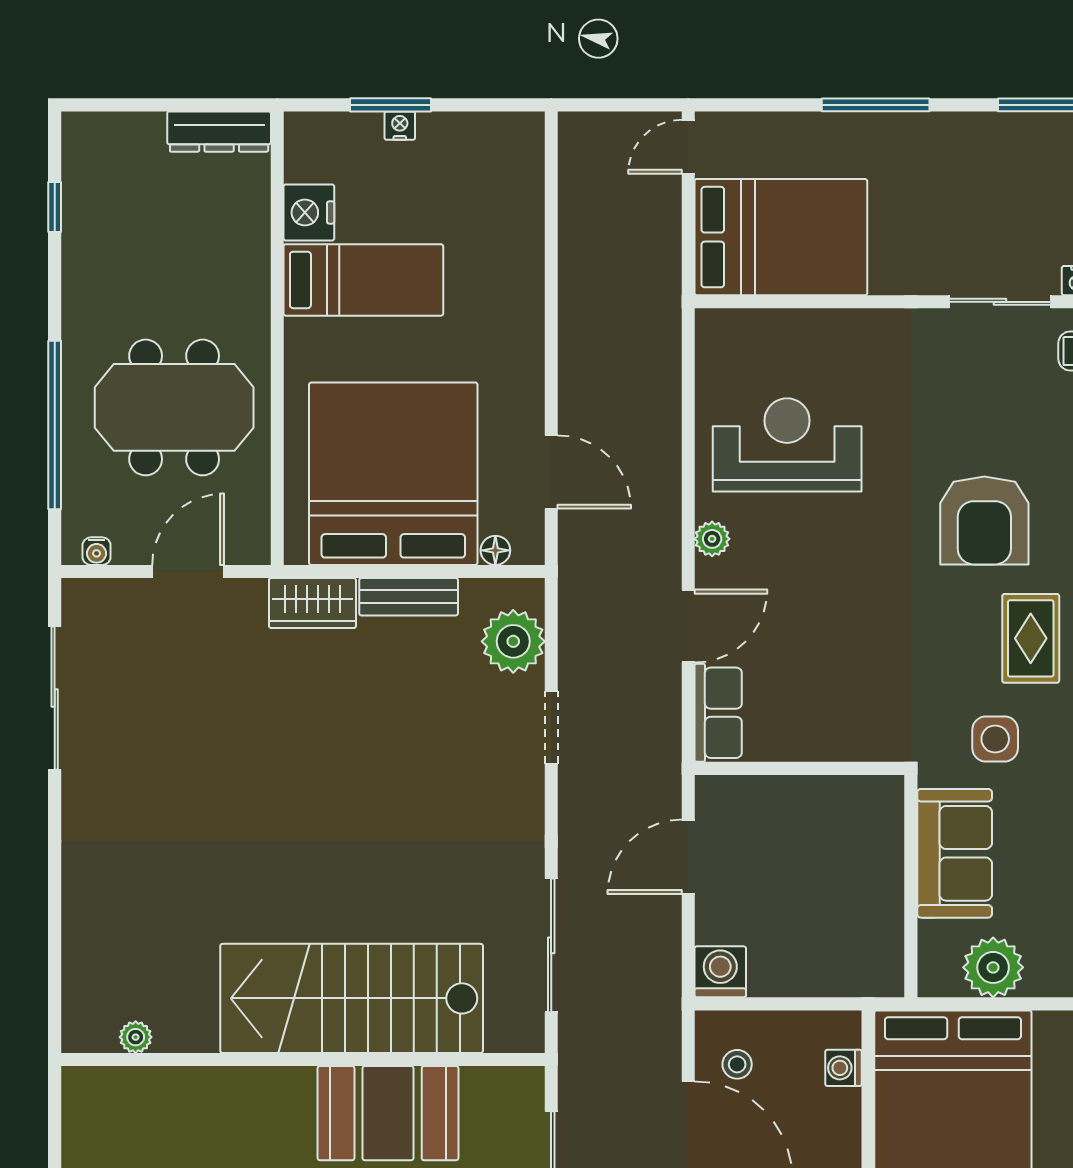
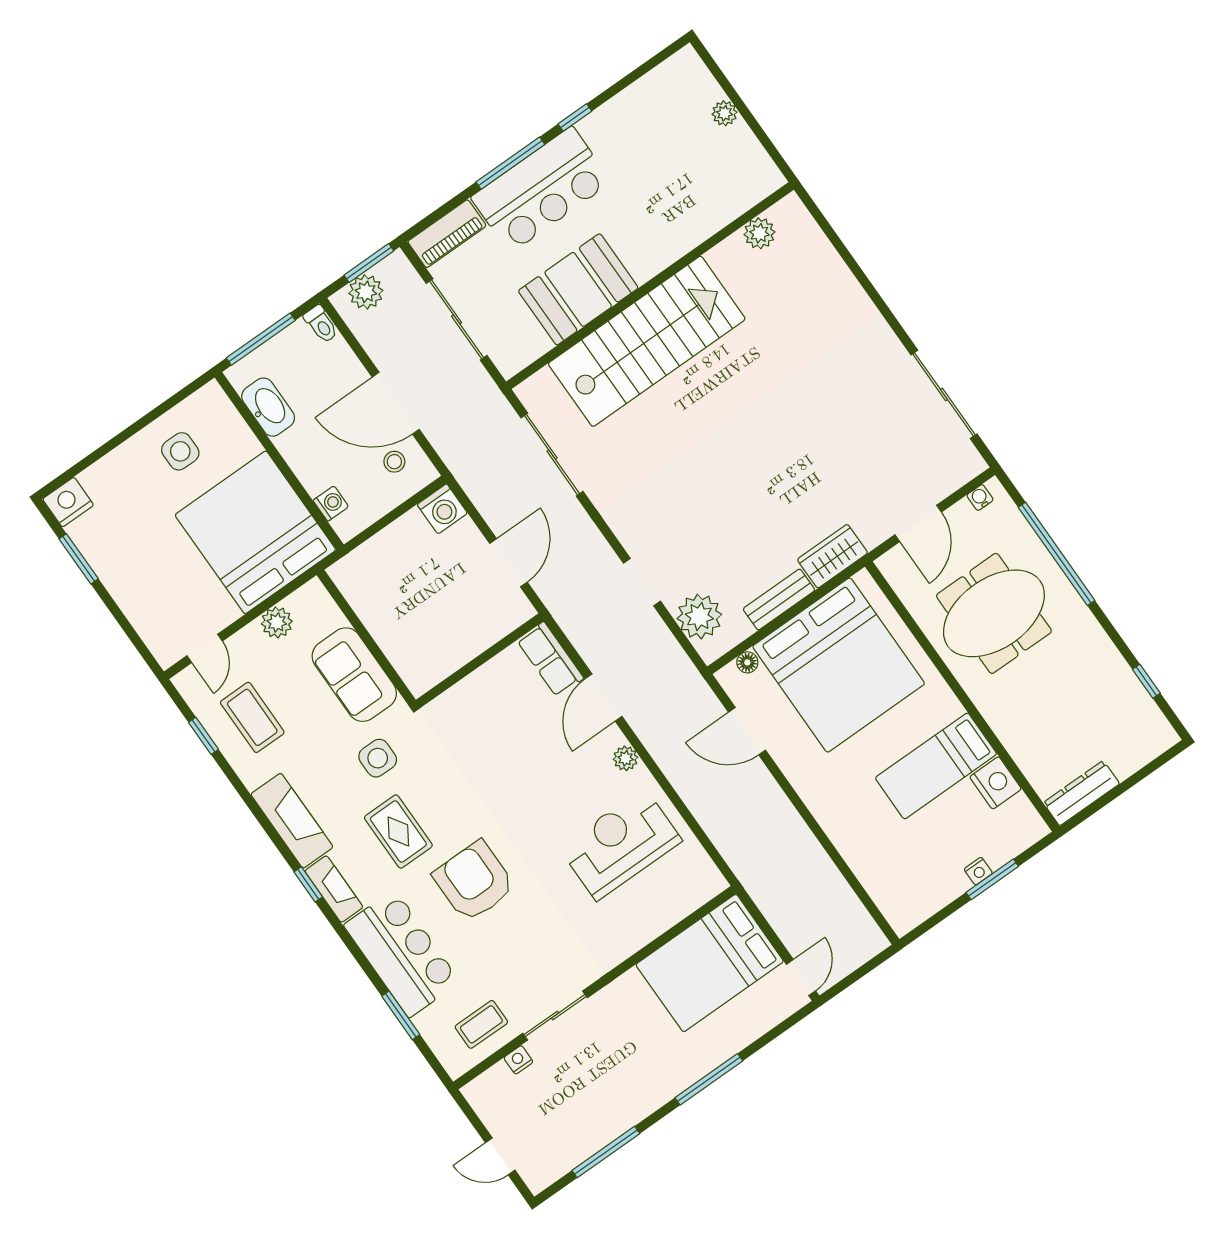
reception desk: (787, 445) -> (620, 844), turned 180
plant: (993, 967) -> (277, 622), width x0.73, depth x0.73
plant: (136, 1037) -> (759, 233), width x1.38, depth x1.38

